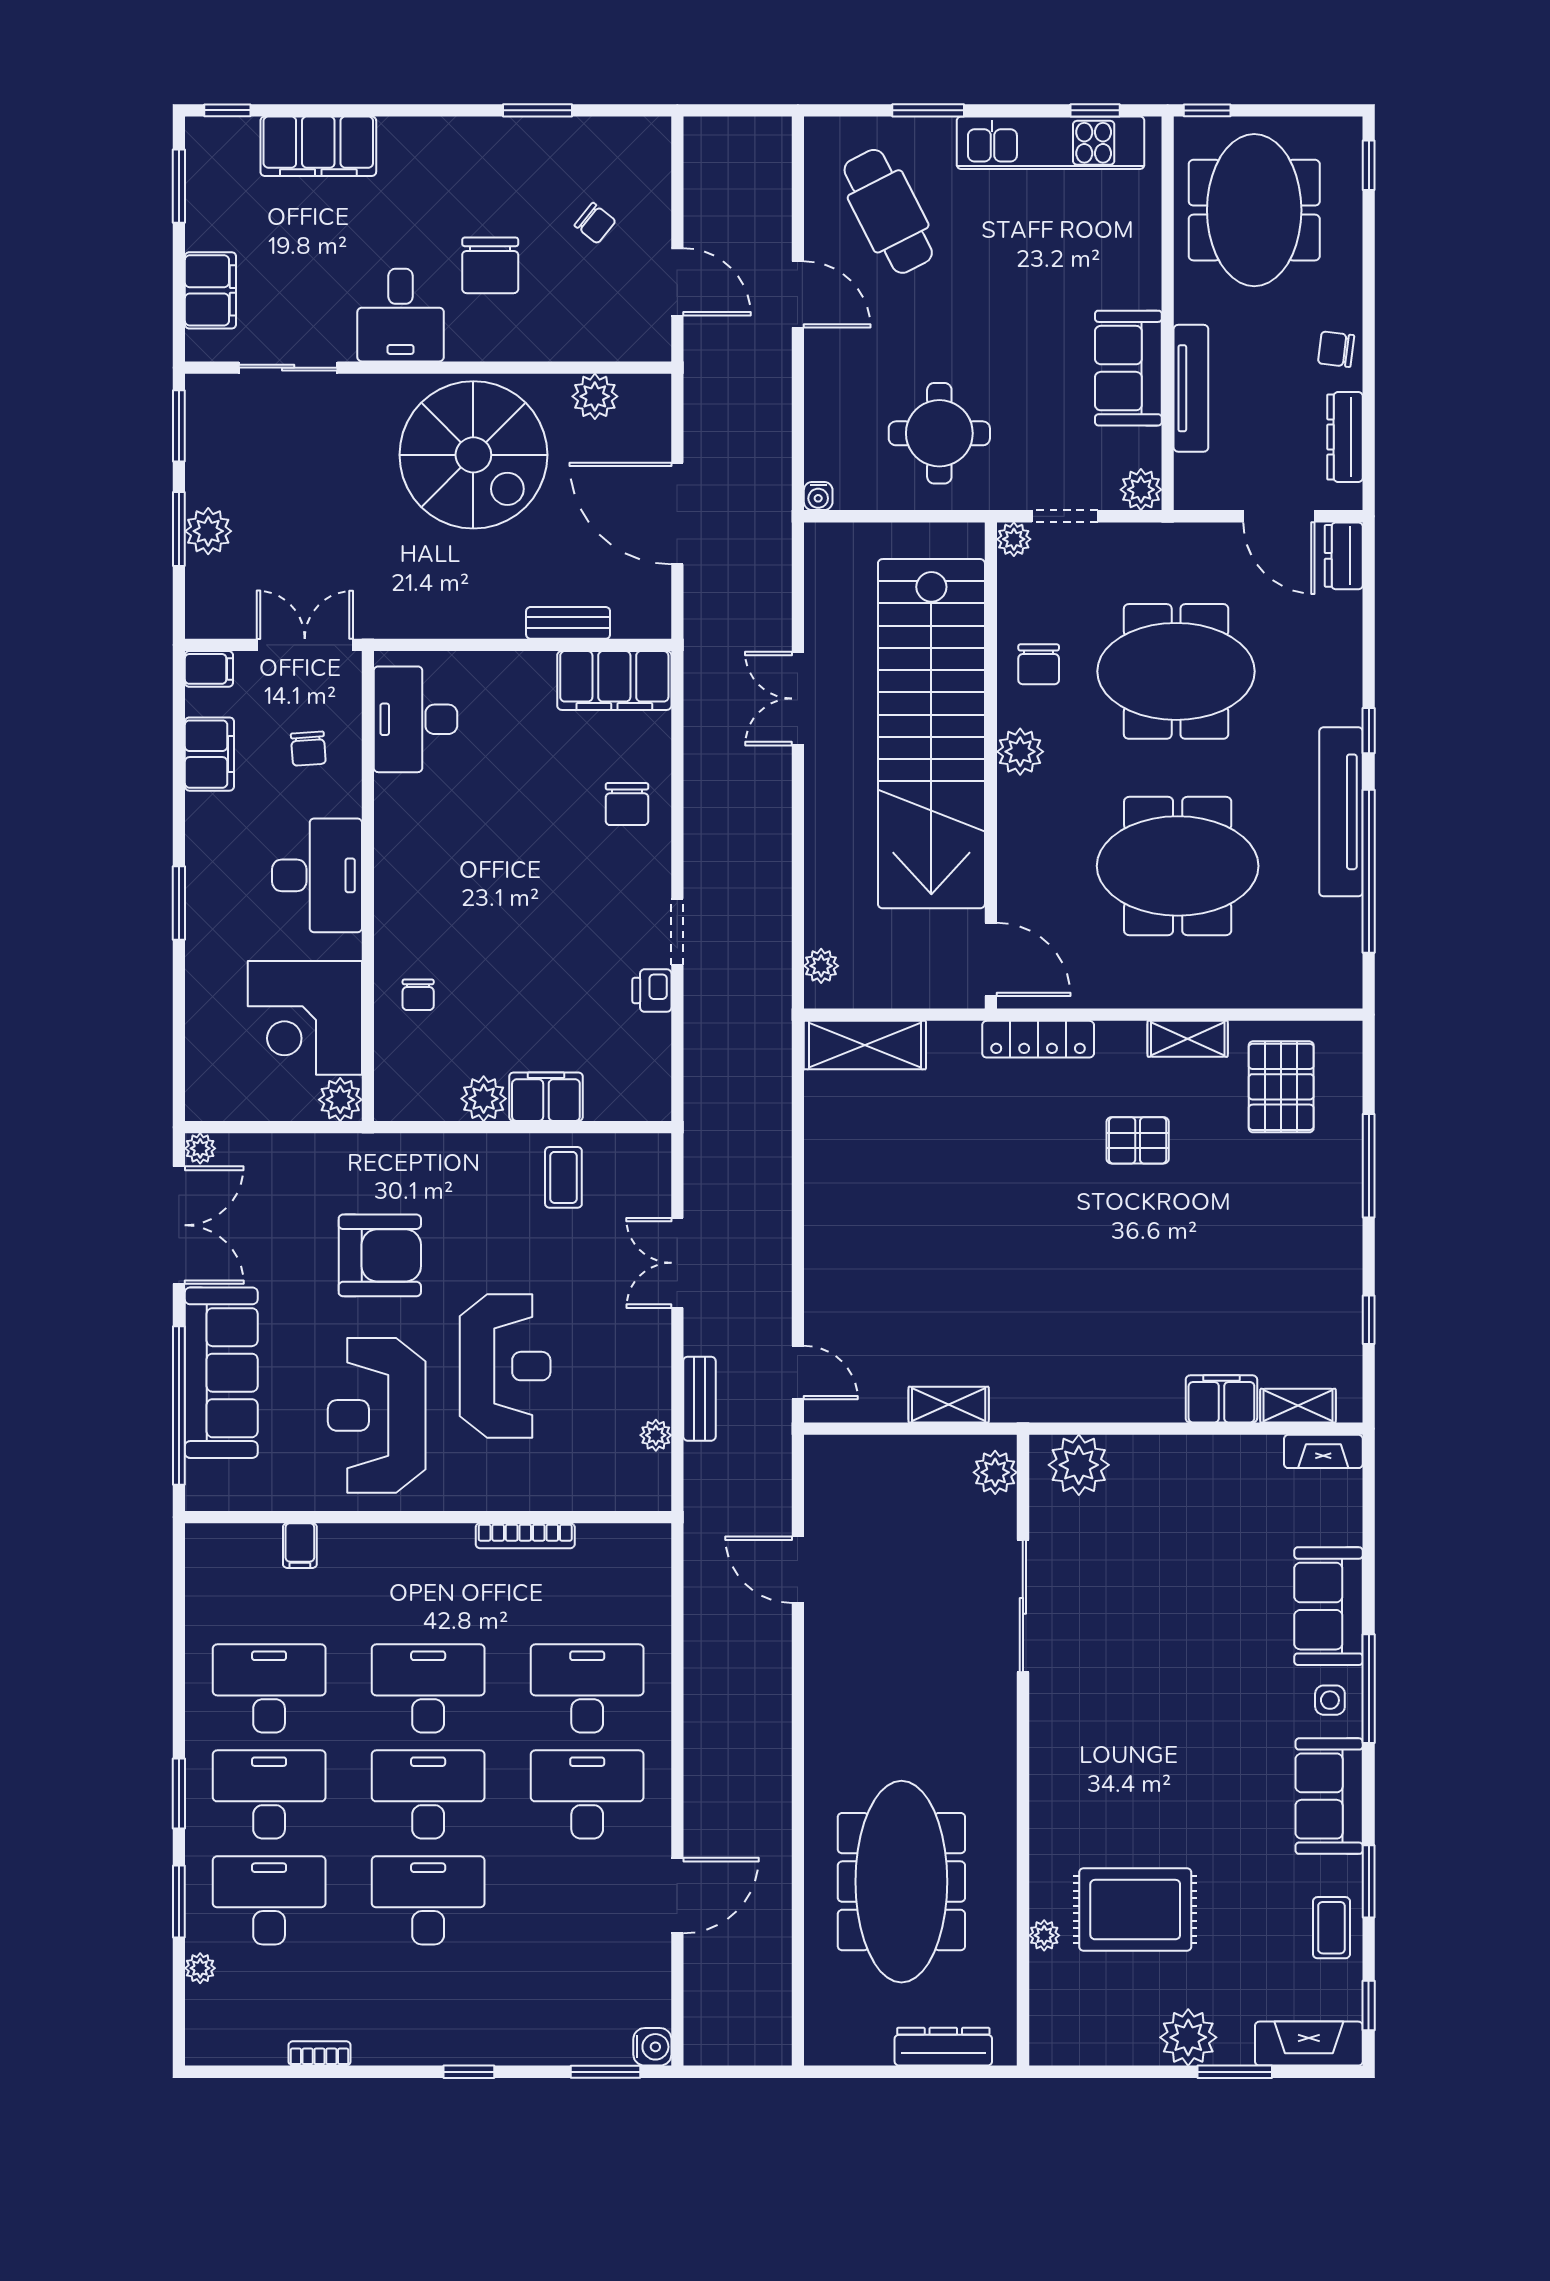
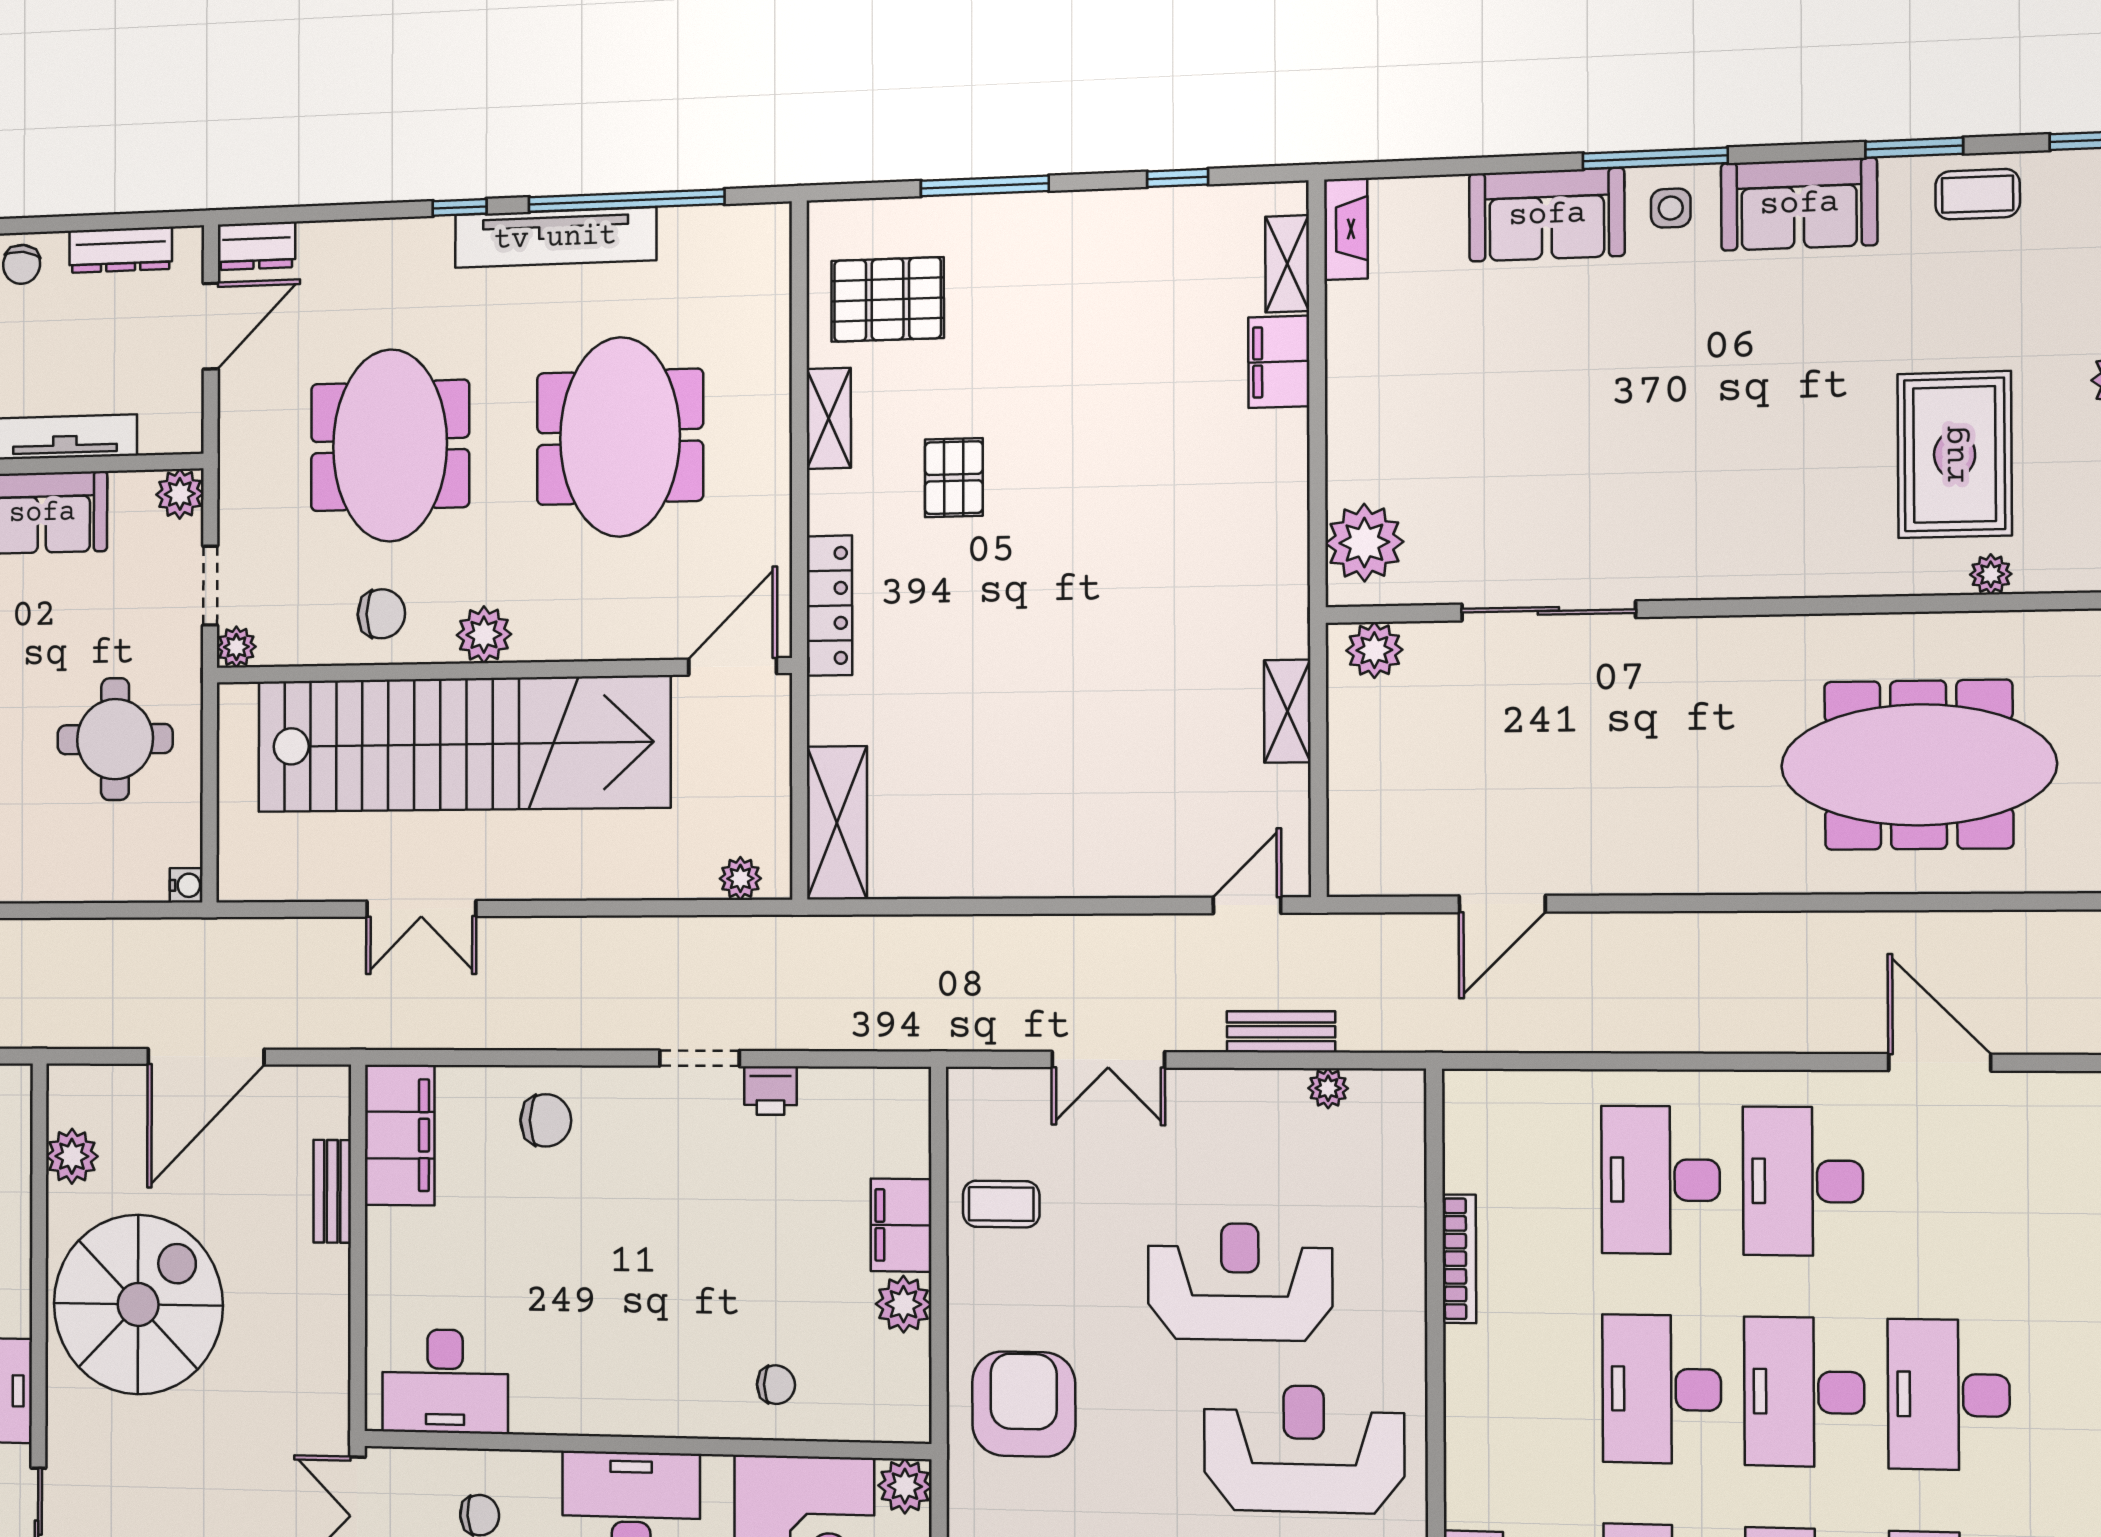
armchair: (380, 1255) -> (1024, 1404), moved
reception desk: (377, 1415) -> (1304, 1449), turned 180

